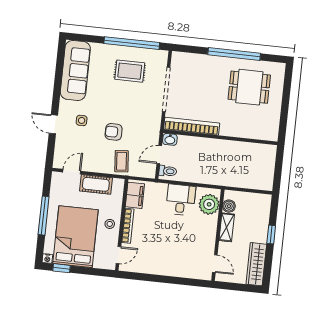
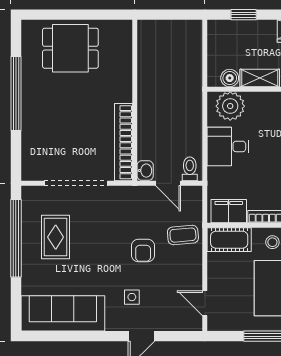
dining table: (249, 87) -> (70, 48), moved, turned 90
cot: (96, 184) -> (229, 240), moved, turned 90
window: (271, 234) -> (244, 15), moved

